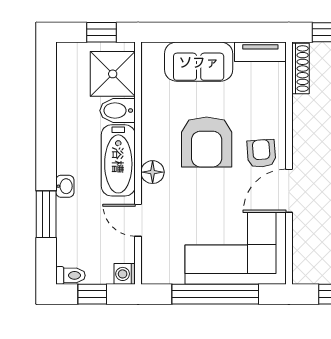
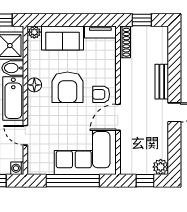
plant: (153, 52) -> (34, 32), added
armchair: (261, 153) -> (101, 94), turned -86
floor lamp: (153, 172) -> (34, 85), moved

